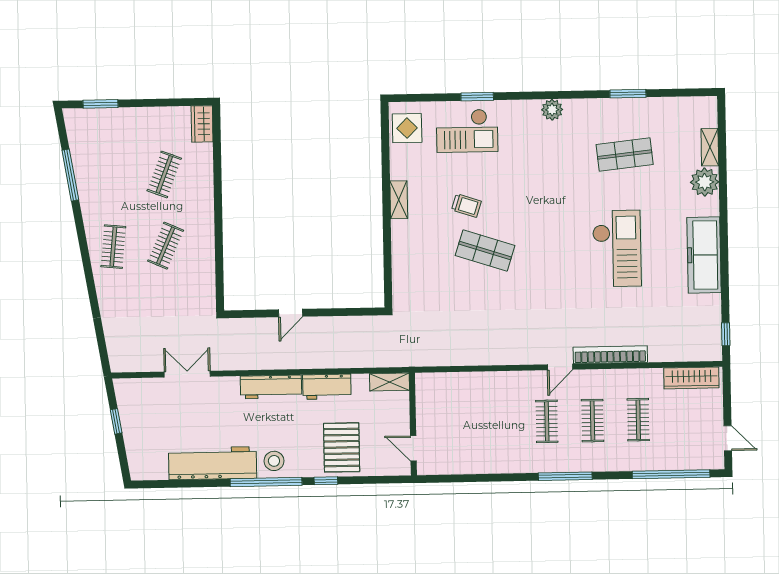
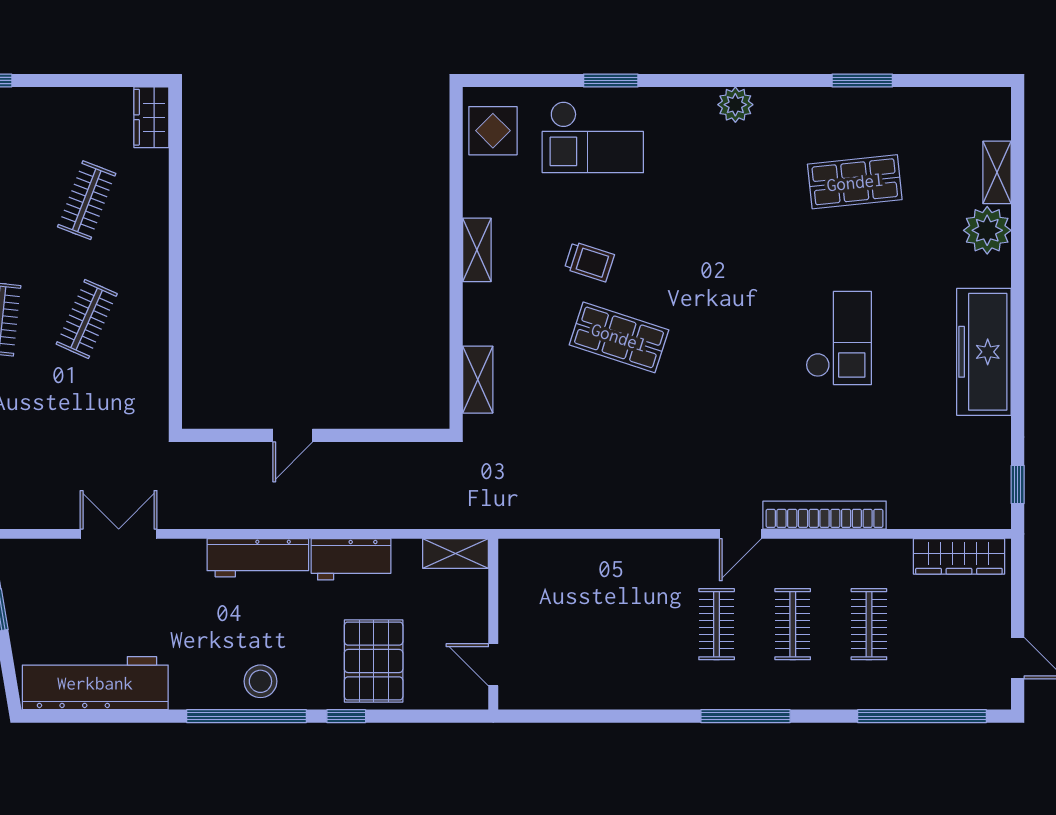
checkout: (617, 248) -> (839, 338), width x0.73, depth x0.83
shelving: (401, 277) -> (478, 380), added
workbench: (213, 463) -> (95, 683), moved

